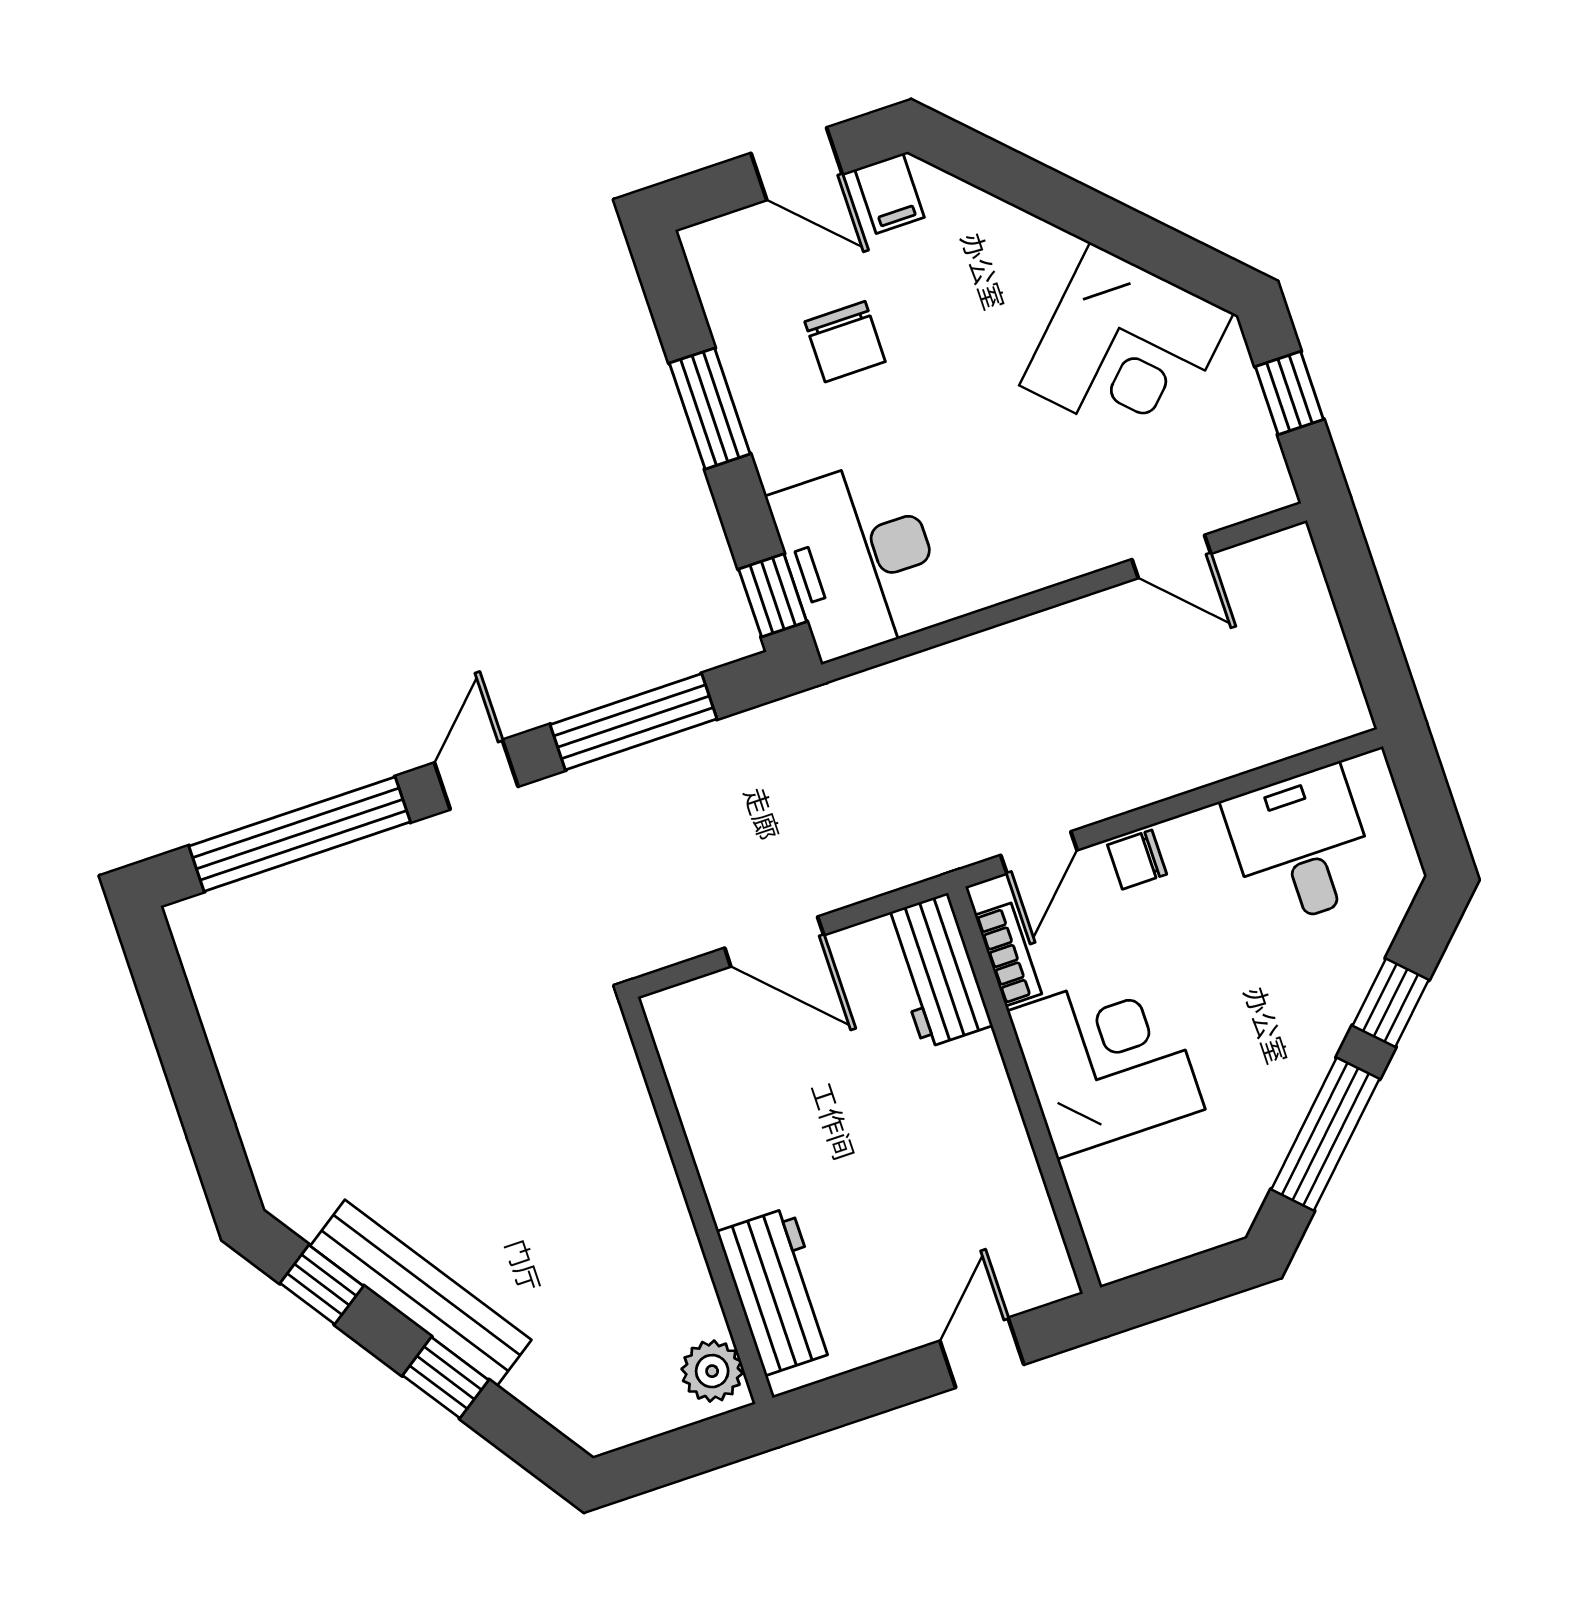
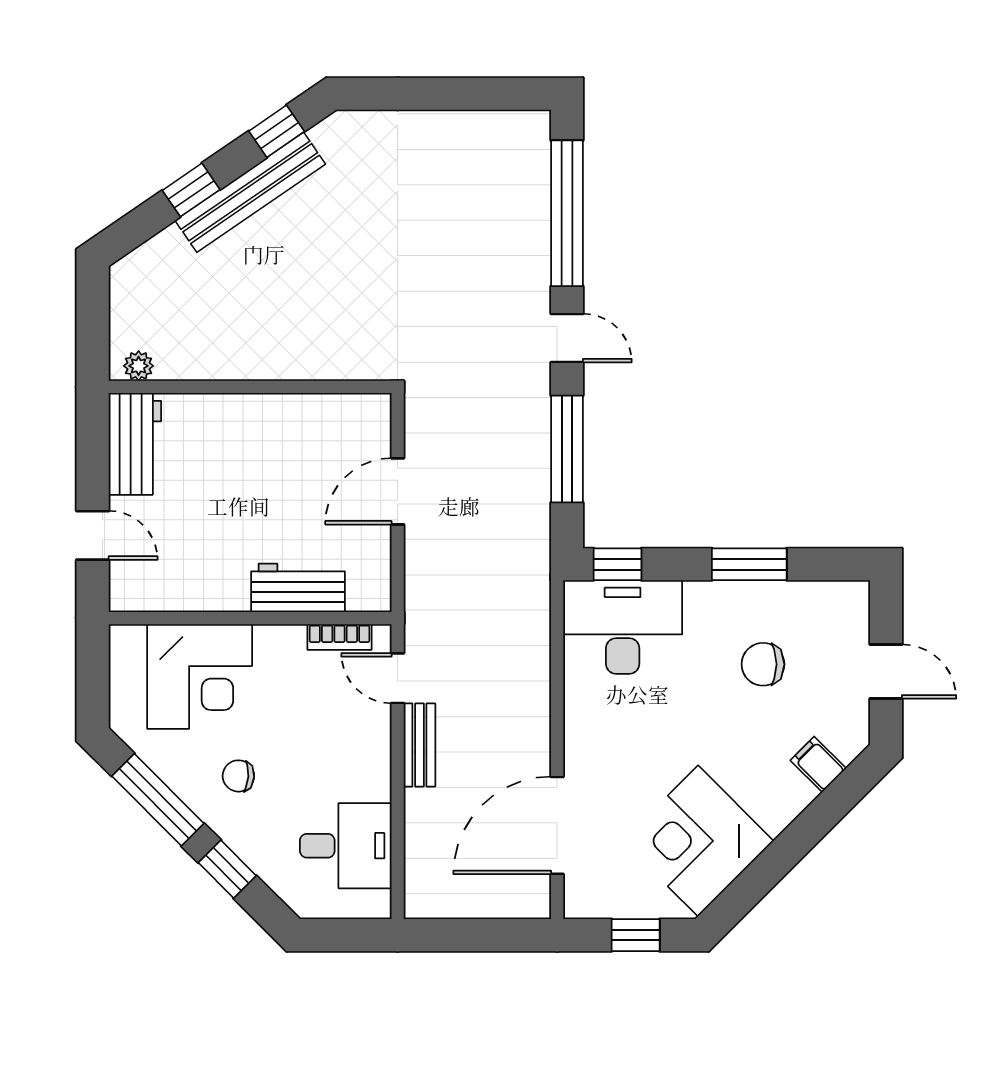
door: (797, 164) -> (886, 672), swing flipped
filing cabinet: (889, 193) -> (818, 764), moved, turned 45
door: (1171, 556) -> (557, 825), width x1.87
bench: (1123, 790) -> (419, 745), added
chair: (1137, 860) -> (238, 776), moved, turned -86
workbench: (936, 971) -> (298, 588), moved
corner desk: (1106, 1060) -> (200, 677), moved
workbench: (778, 1291) -> (135, 444), moved, turned -90
plant: (712, 1371) -> (139, 366), width x0.73, depth x0.73

